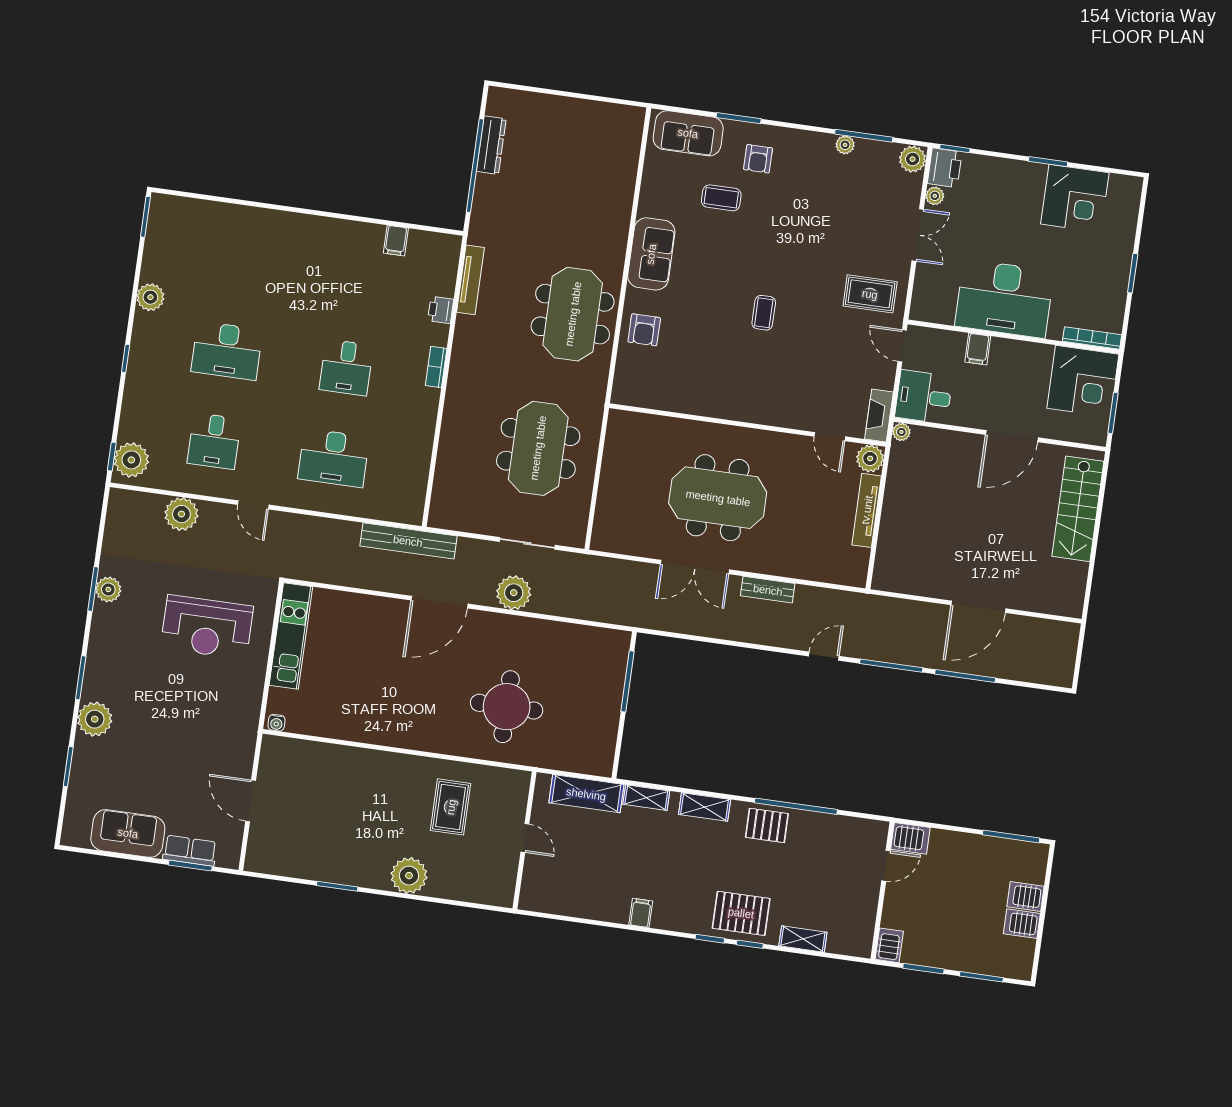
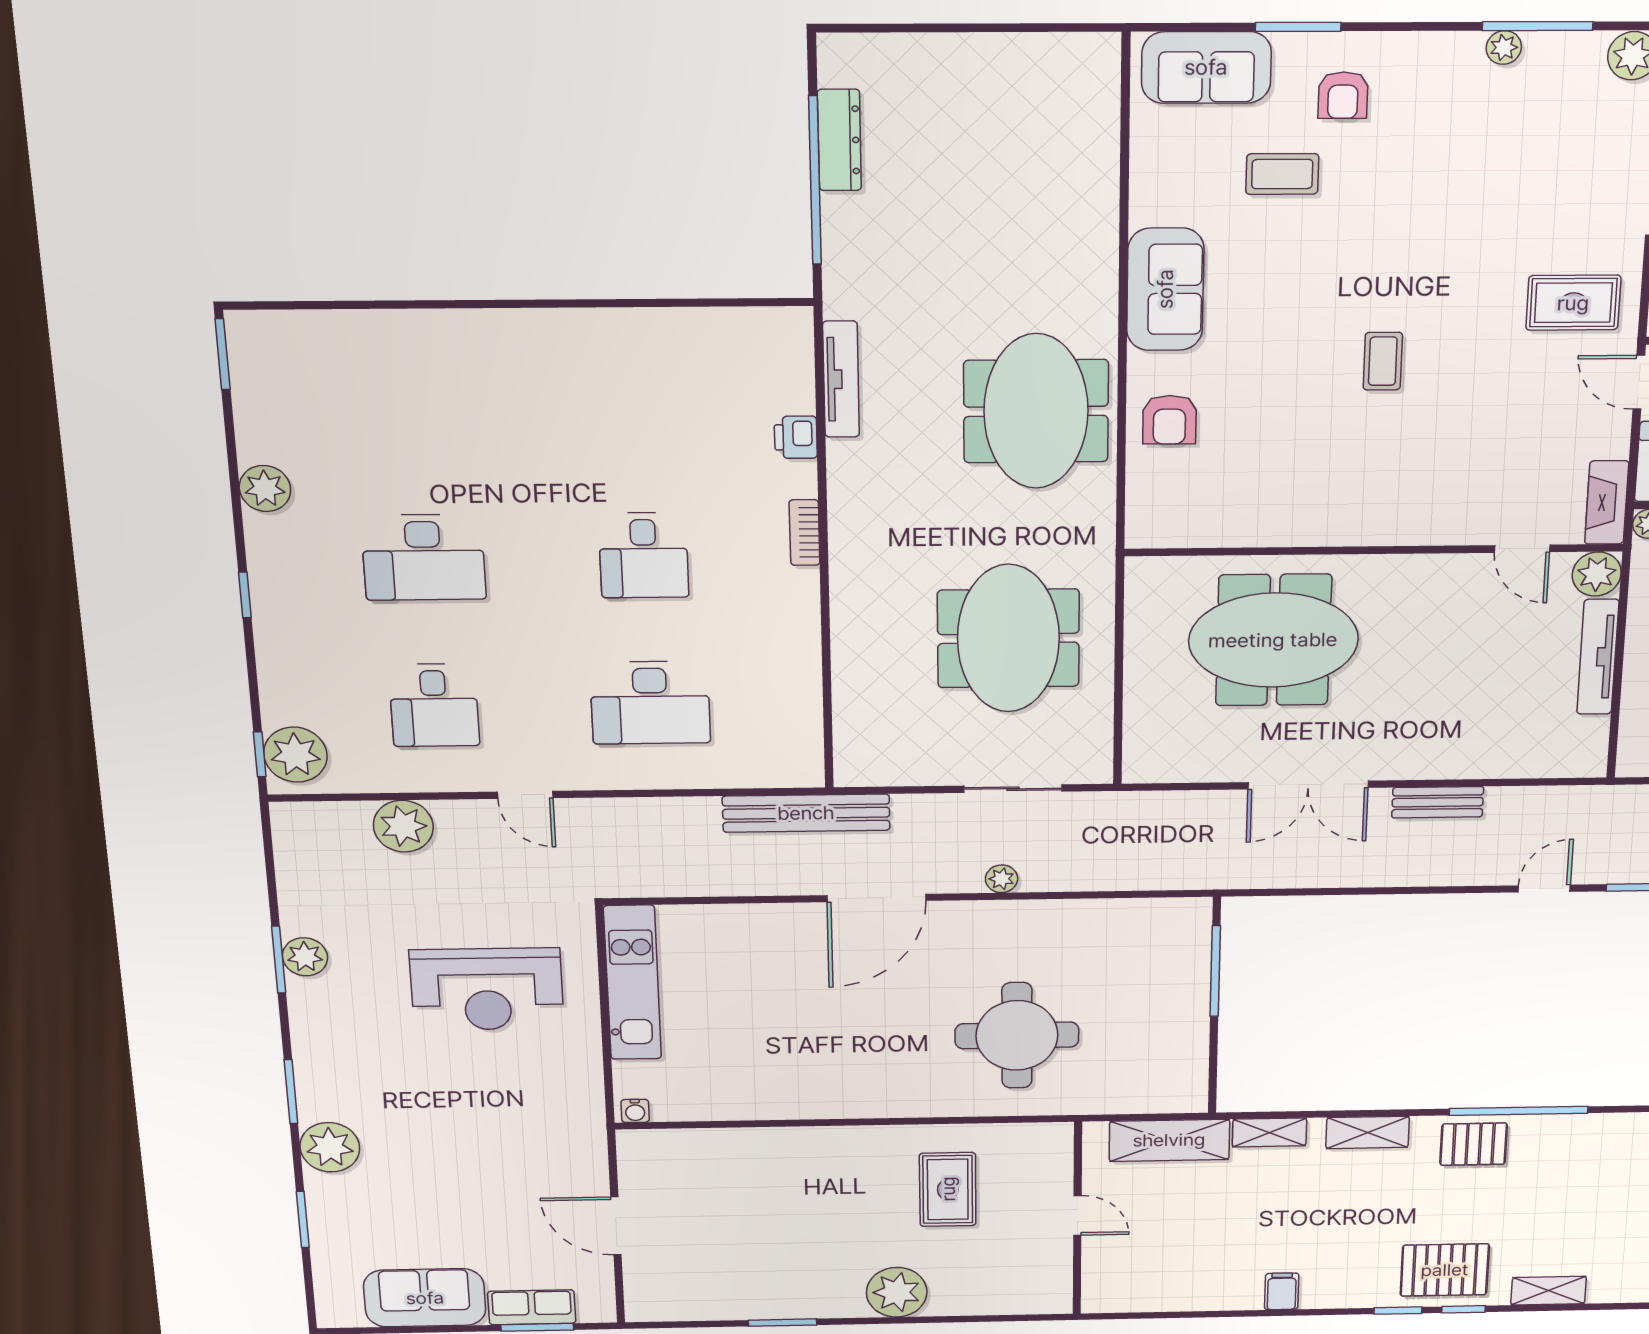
filing cabinet: (396, 241) -> (692, 331), removed
meeting table: (718, 498) -> (1273, 640), moved
plant: (514, 593) -> (1002, 879), width x0.53, depth x0.53

